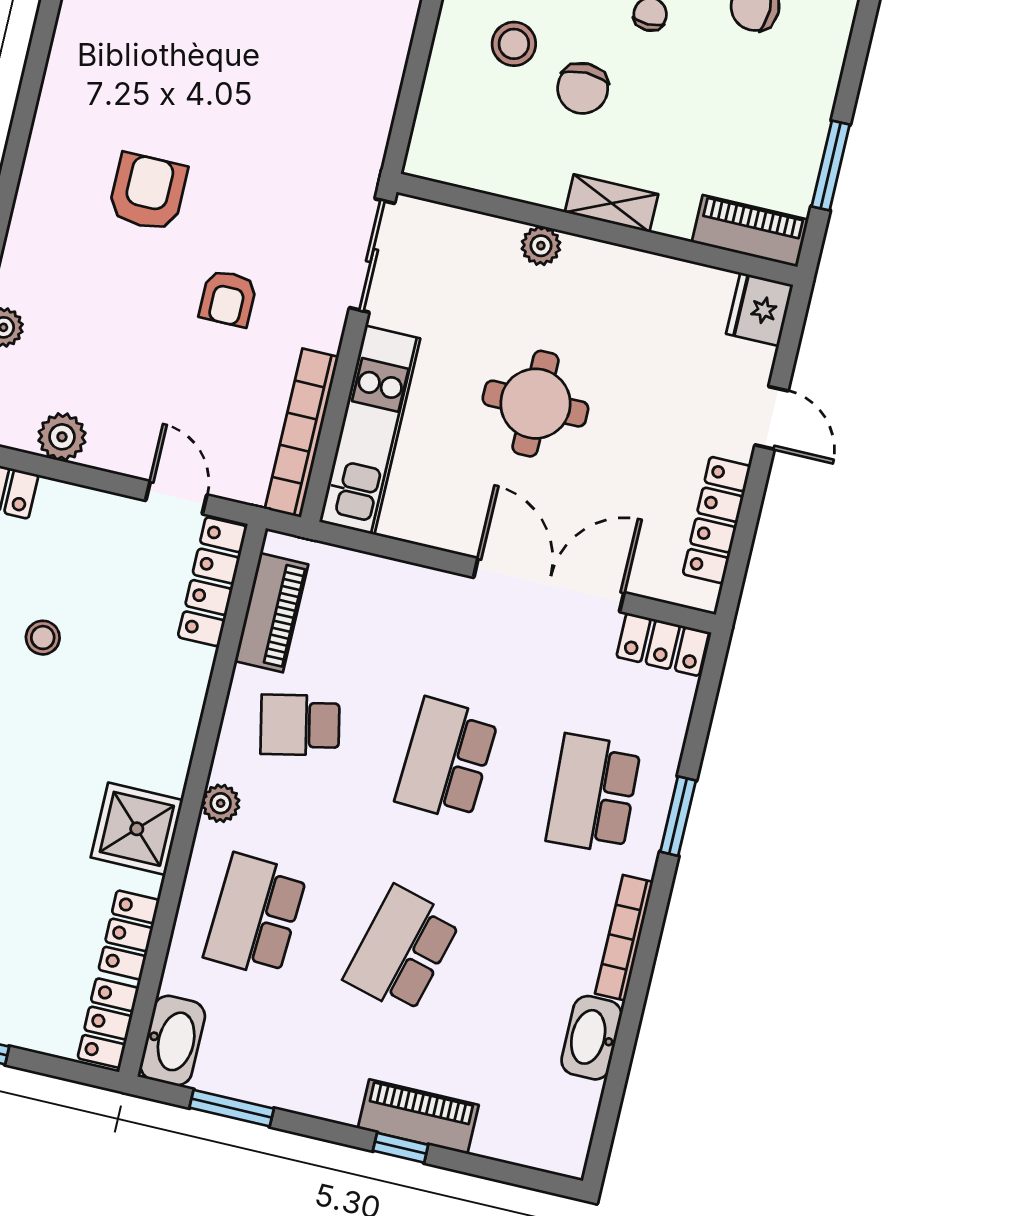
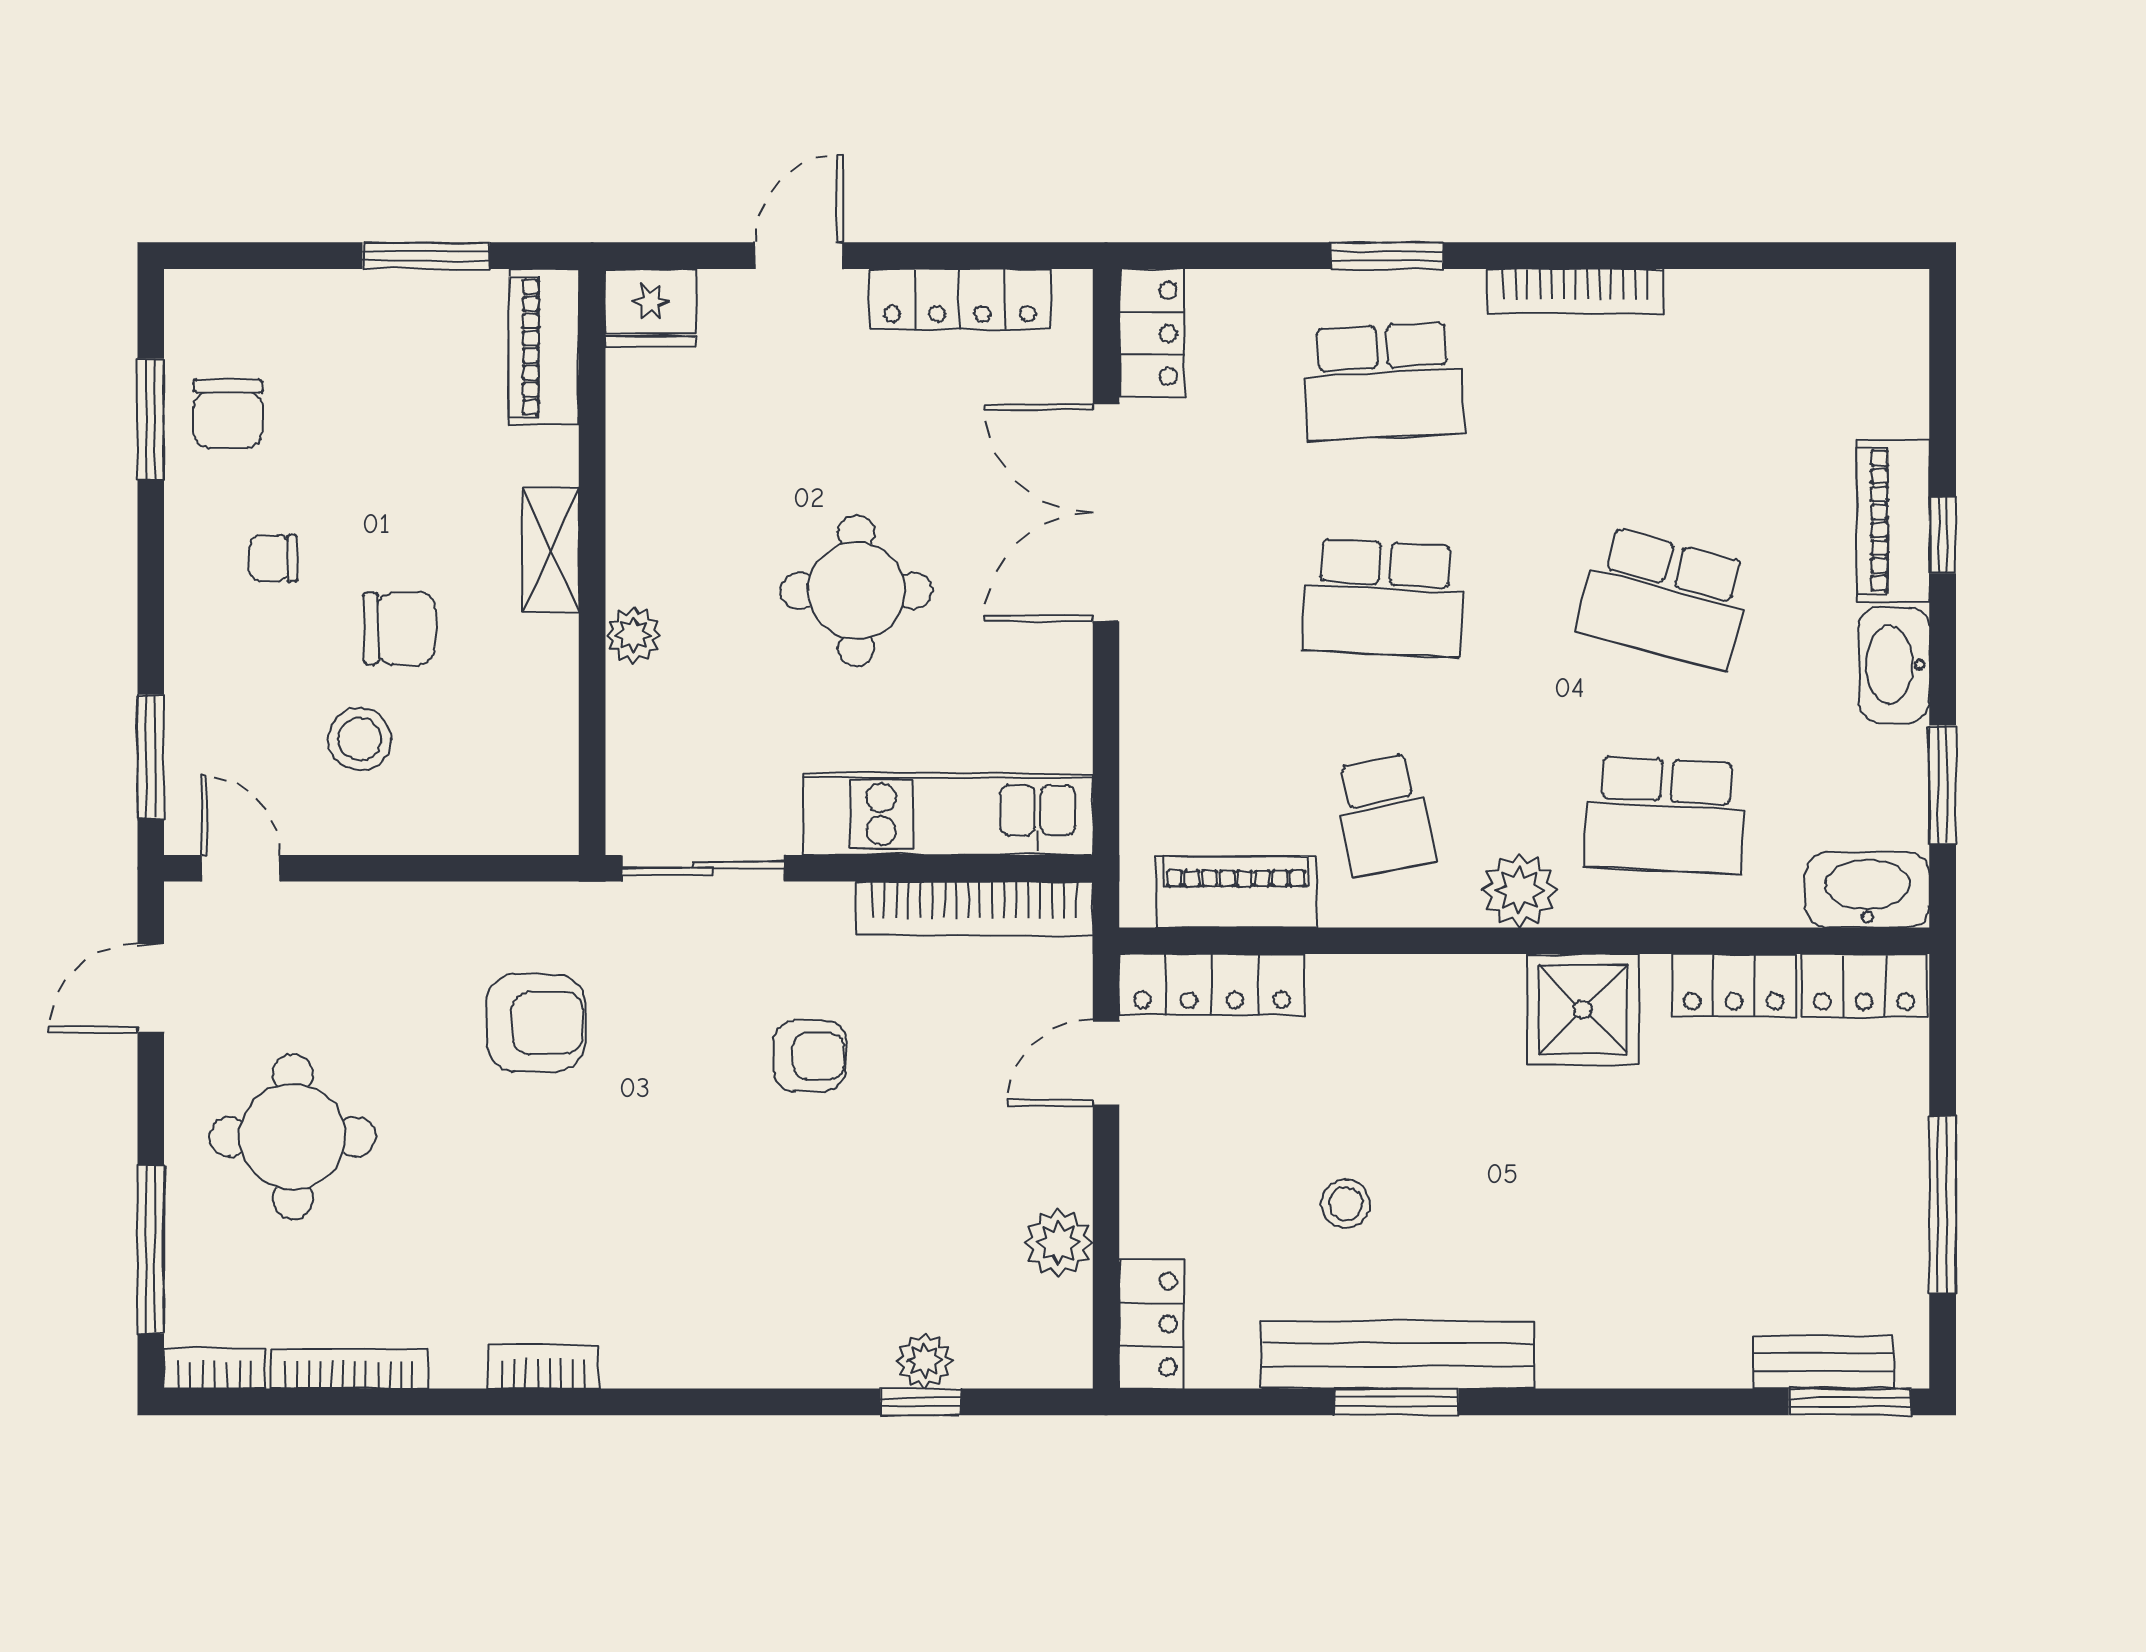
bookcase: (60, 69) -> (544, 1367), added
armchair: (148, 192) -> (536, 1023), moved, turned 180
plant: (221, 803) -> (1519, 890), width x1.38, depth x1.38
washbasin: (592, 1038) -> (1894, 665), moved, turned 90

